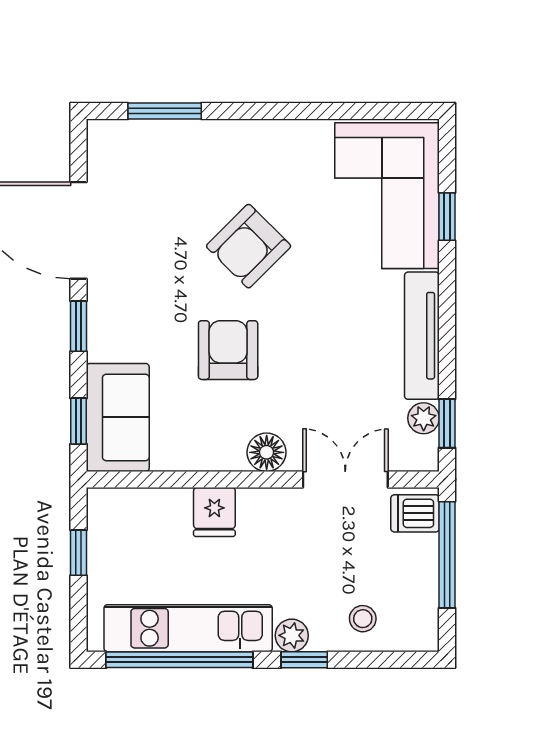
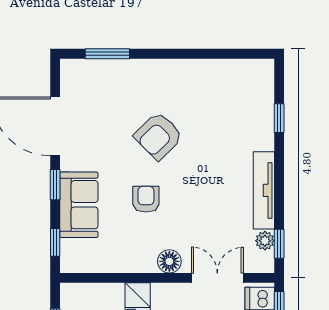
corner sofa: (387, 196) -> (243, 105), removed
armchair: (228, 350) -> (146, 199), width x0.72, depth x0.72
sofa: (118, 417) -> (79, 205), moved

